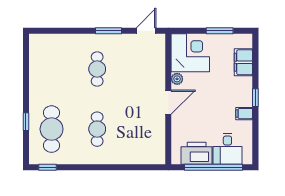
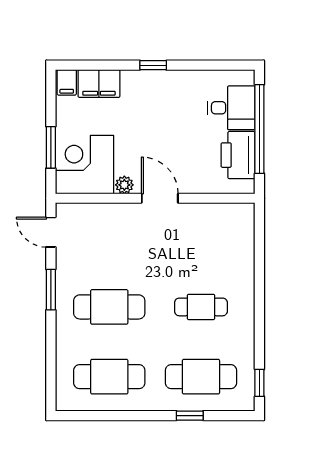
window: (220, 31) -> (51, 147), moved
cafe table: (52, 69) -> (109, 377), added
cafe table: (97, 69) -> (109, 307), width x1.37, depth x1.35
filing cabinet: (244, 114) -> (67, 82), moved

